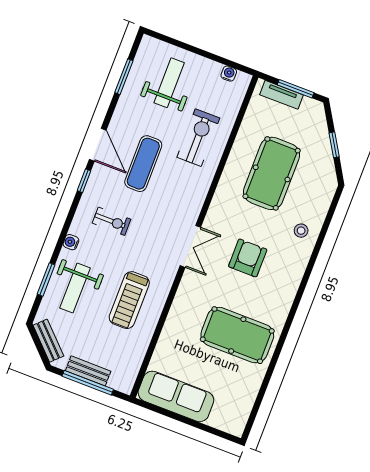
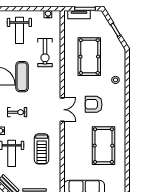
weight bench: (169, 83) -> (19, 30), turned 180
exercise bike: (198, 138) -> (45, 53), turned 180
armchair: (248, 258) -> (94, 104), turned -90
pool table: (237, 335) -> (103, 146), turned 90

